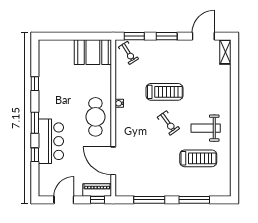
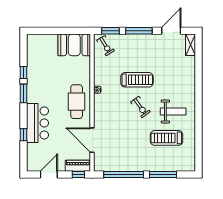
window: (167, 36) -> (139, 31), width x1.44
window: (35, 123) -> (23, 94), moved
weight bench: (206, 128) -> (173, 111), turned 180
treadmill: (198, 158) -> (167, 138), turned 180
window: (149, 200) -> (124, 174), width x1.46

